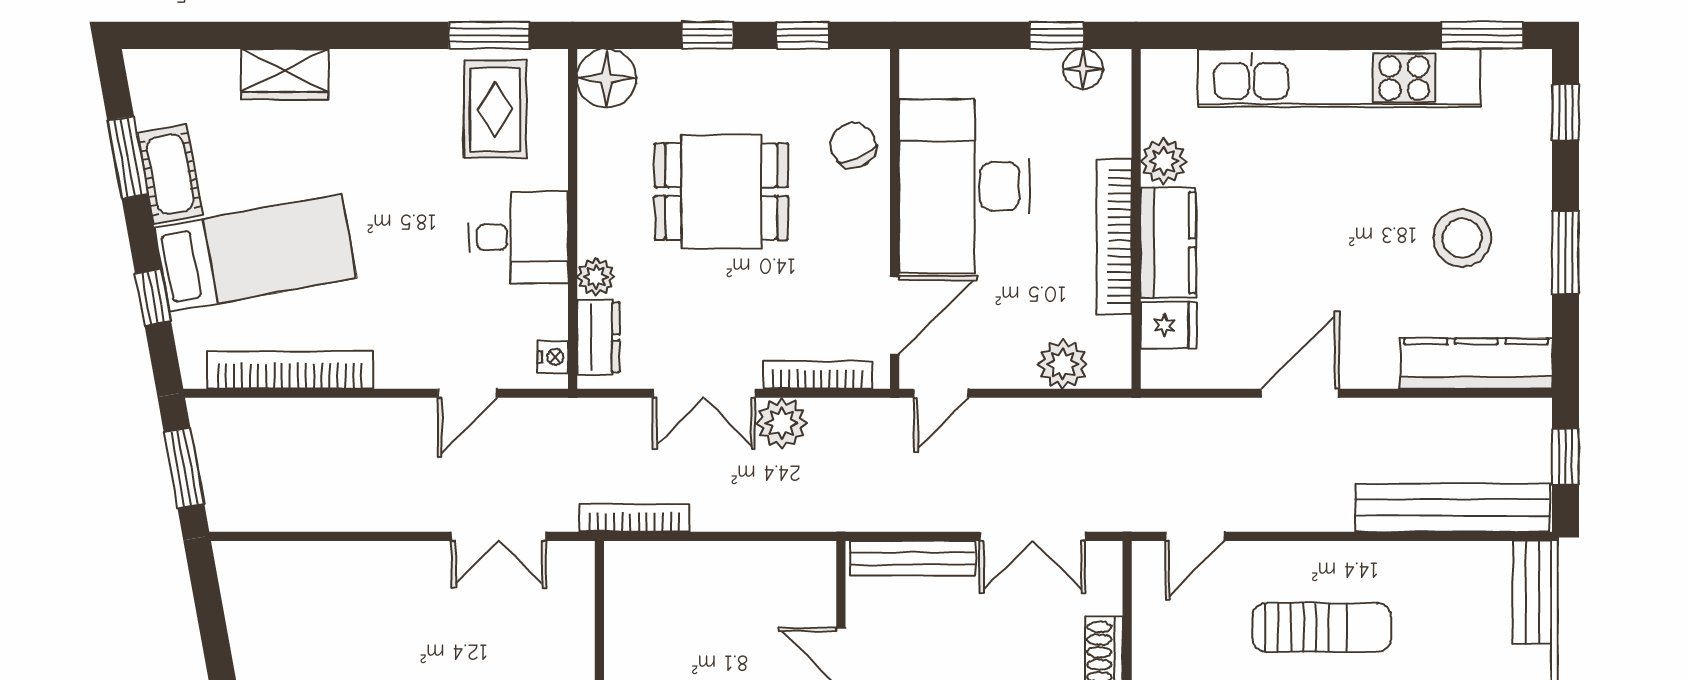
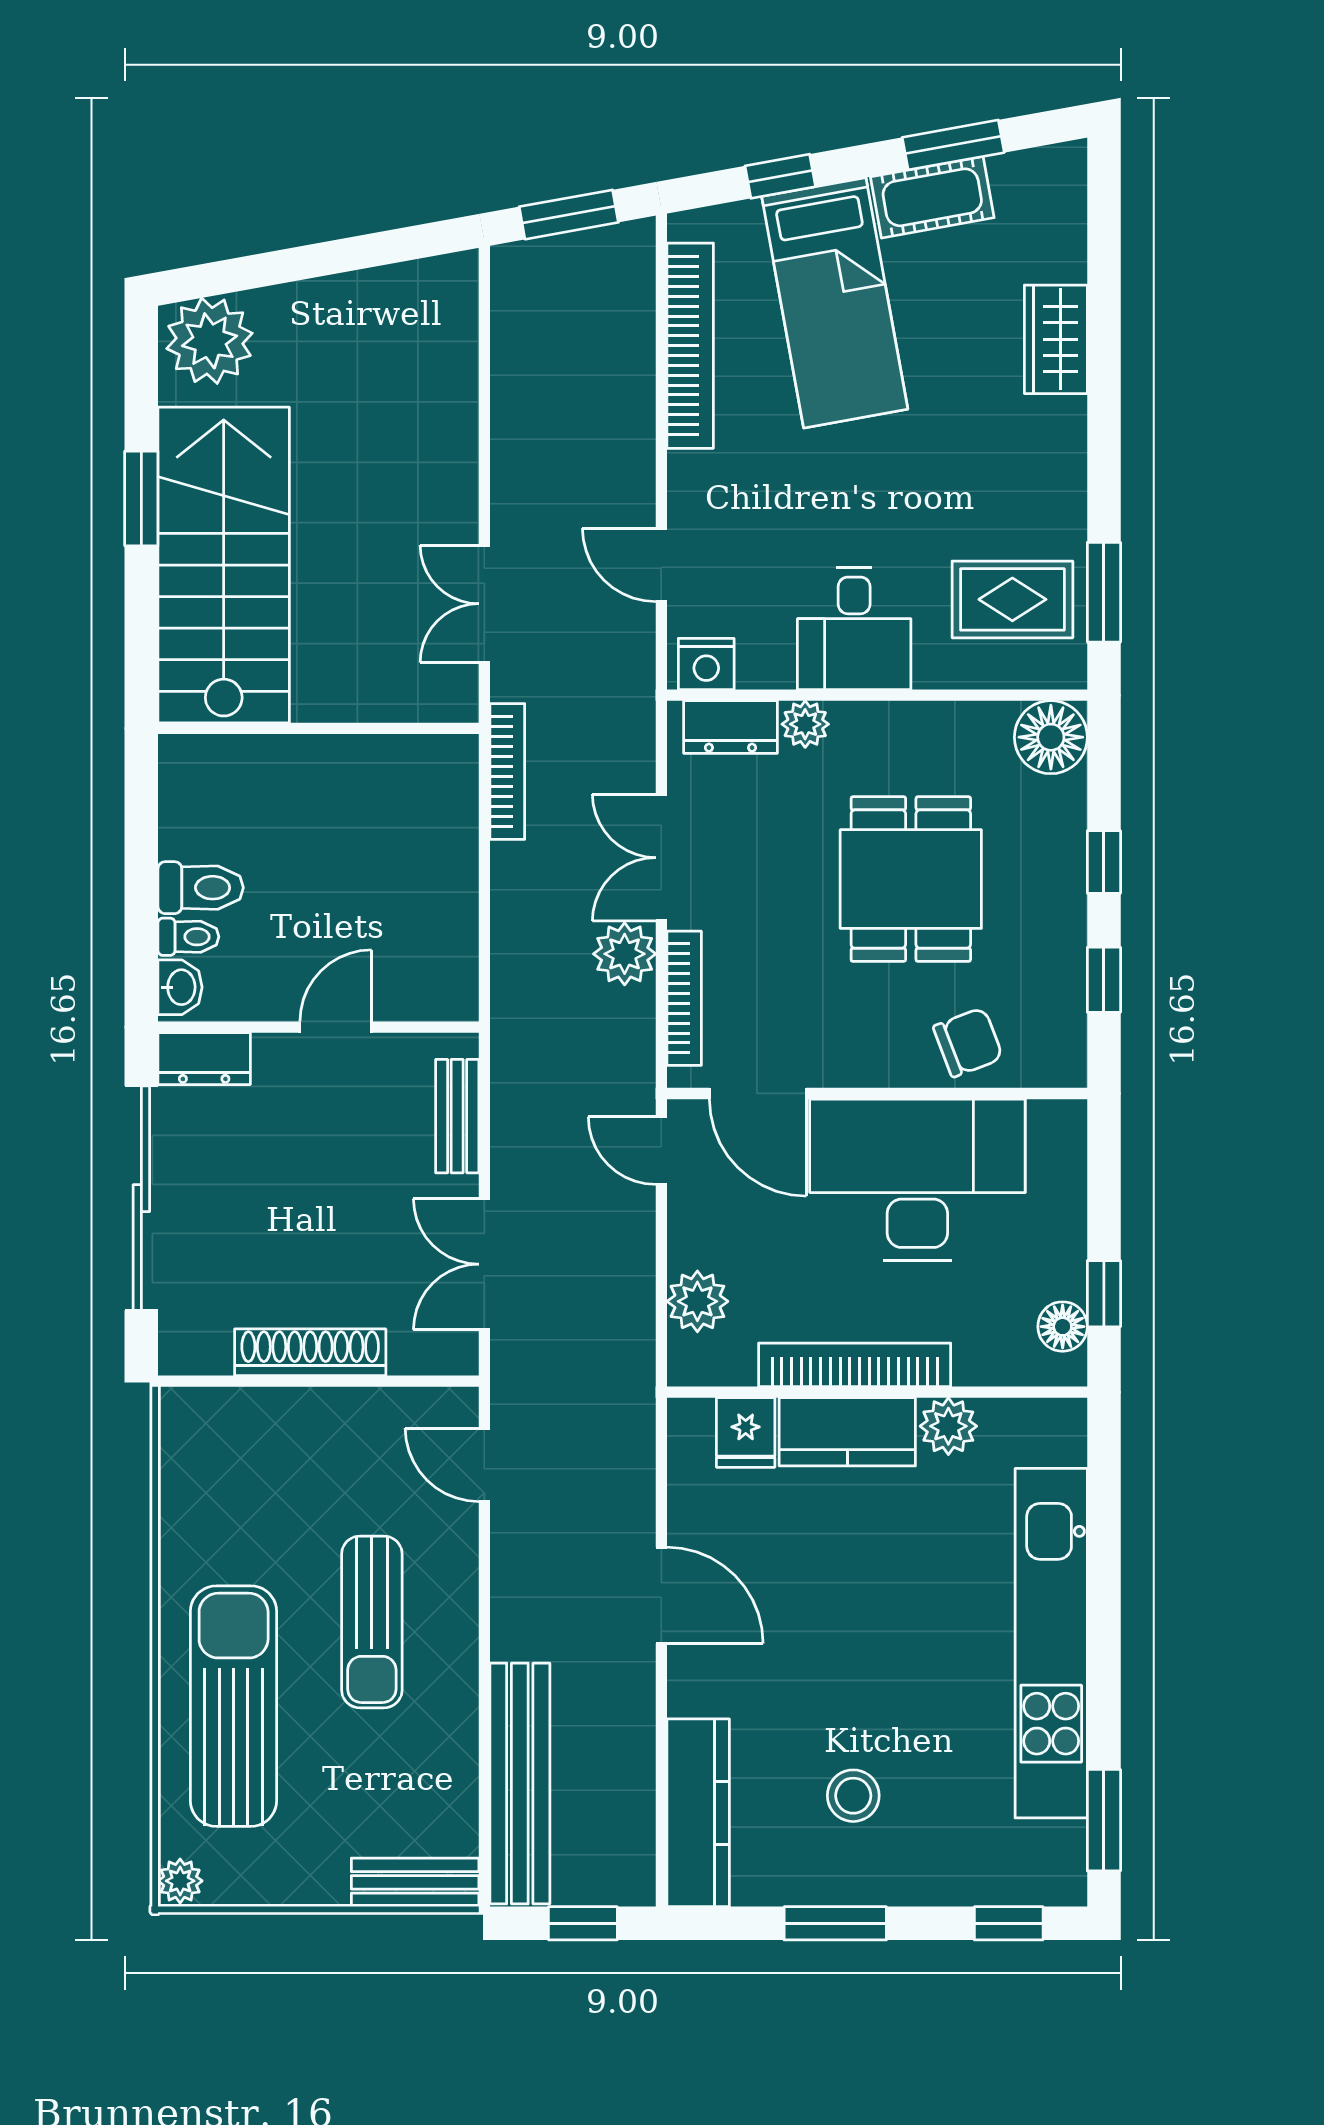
stool: (1462, 238) -> (853, 1796), width x0.73, depth x0.73
nightstand: (553, 357) -> (706, 664), width x1.39, depth x1.35
bench: (913, 558) -> (457, 1116), width x0.73

